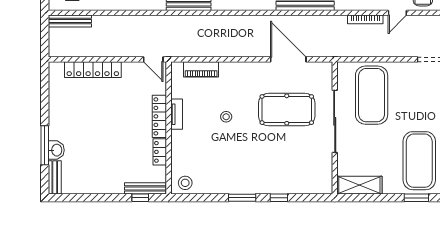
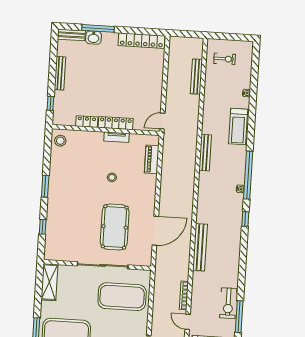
bench: (70, 21) -> (196, 77), moved
locker: (93, 70) -> (142, 41), moved, turned -90
bench: (145, 188) -> (60, 73), moved
window: (279, 198) -> (43, 227), moved

